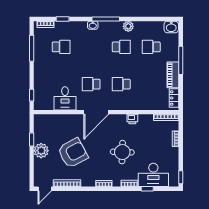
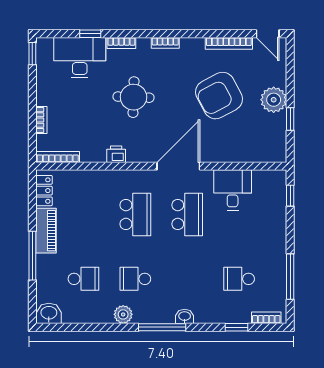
school desk: (91, 84) -> (187, 214), width x1.85
school desk: (121, 84) -> (135, 214), width x1.85
door: (45, 189) -> (268, 34), swing flipped

